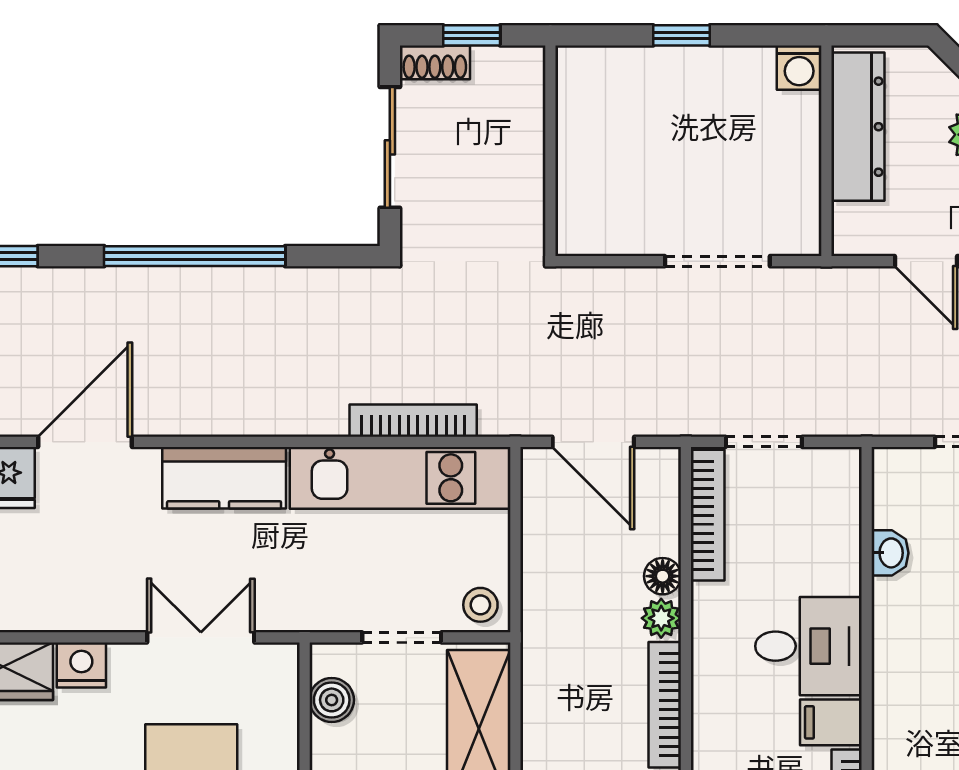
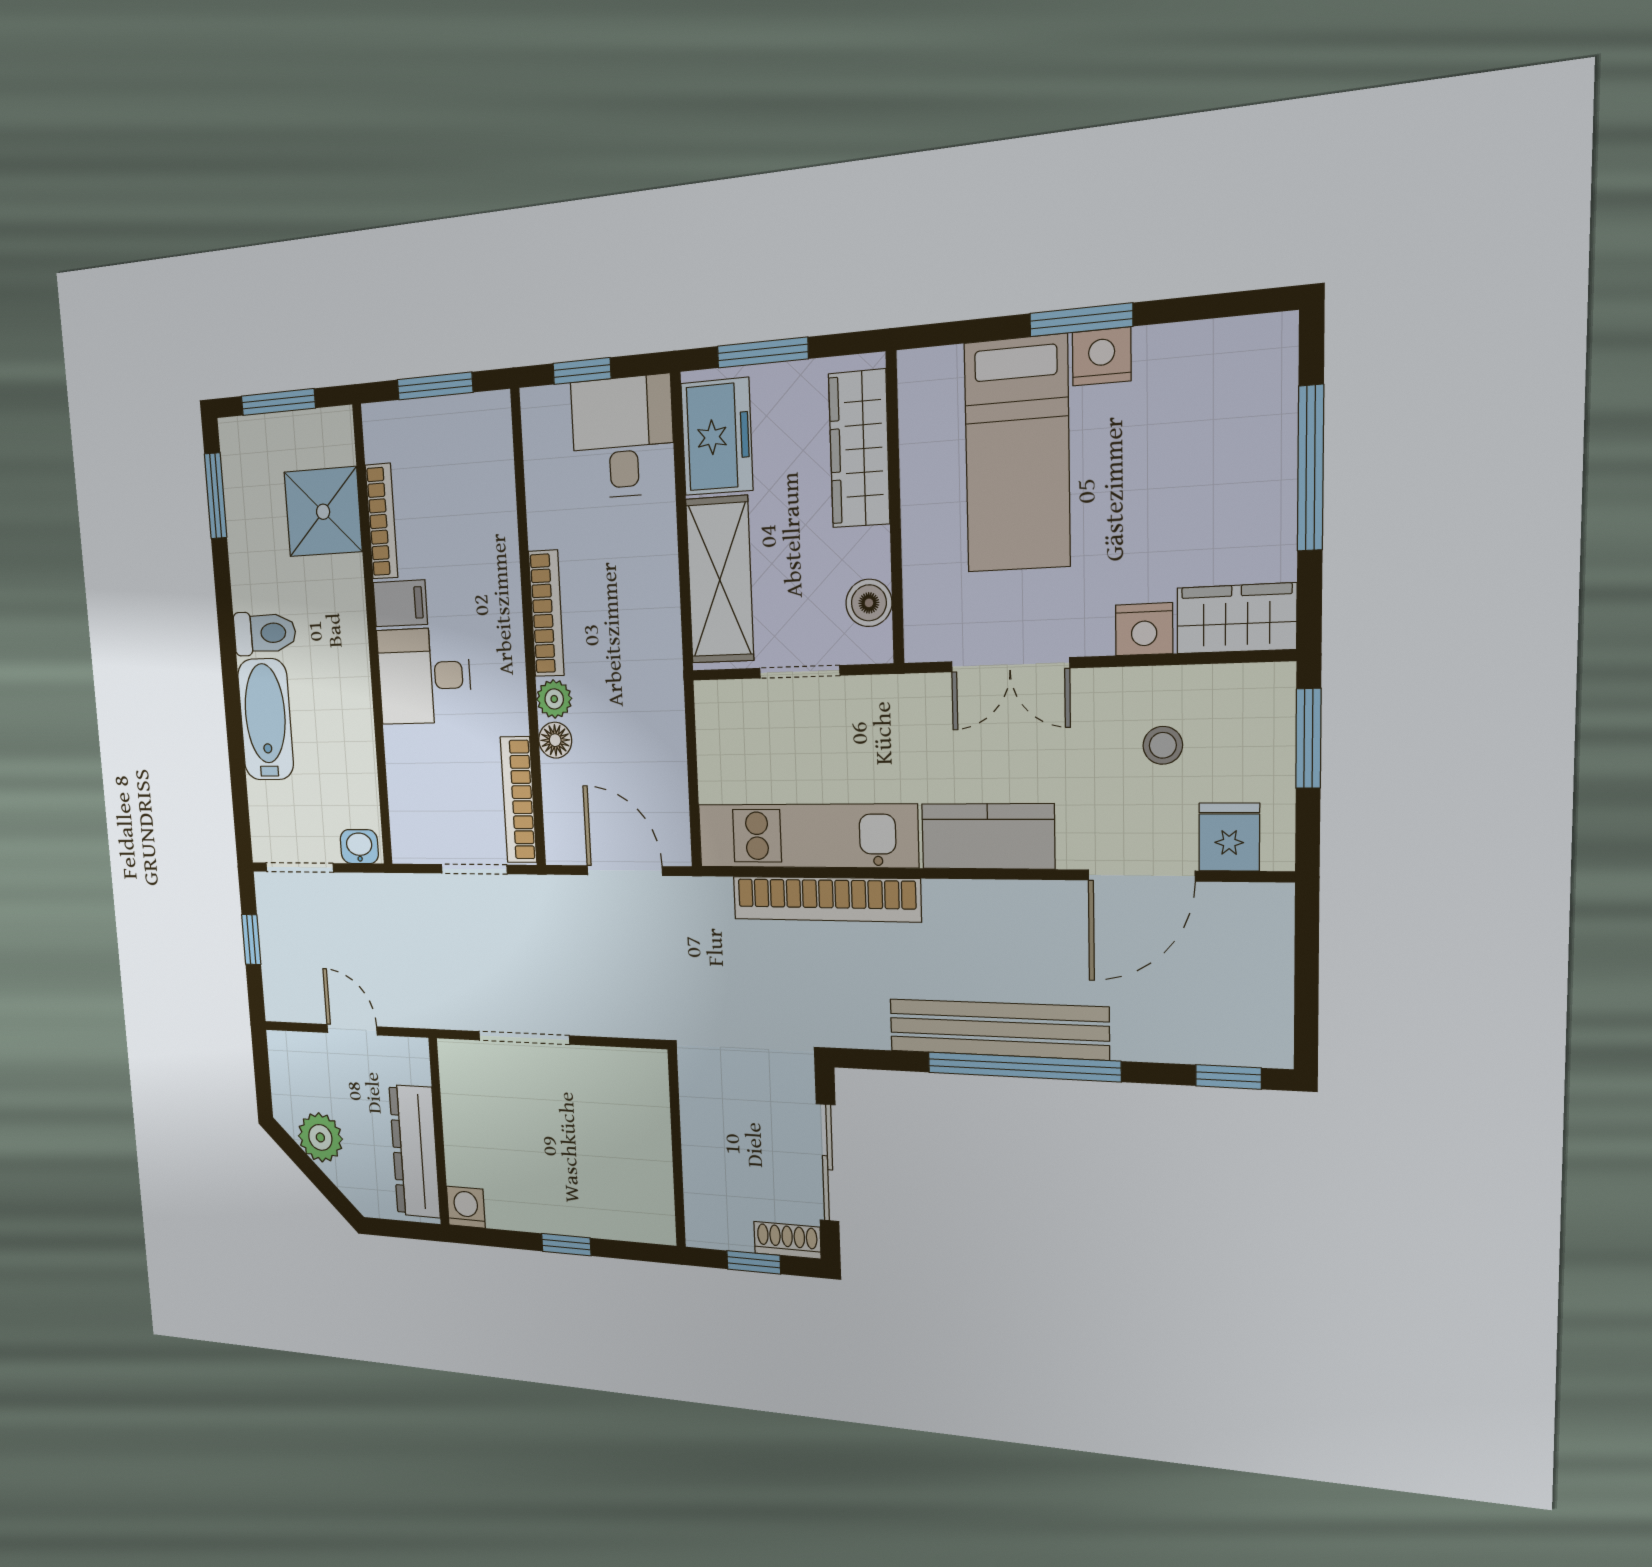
bench: (218, 292) -> (998, 1029), added
bookcase: (413, 421) -> (826, 899), width x1.48, depth x1.31
washbasin: (890, 553) -> (359, 847), moved, turned 90
stool: (480, 605) -> (1163, 745), moved

